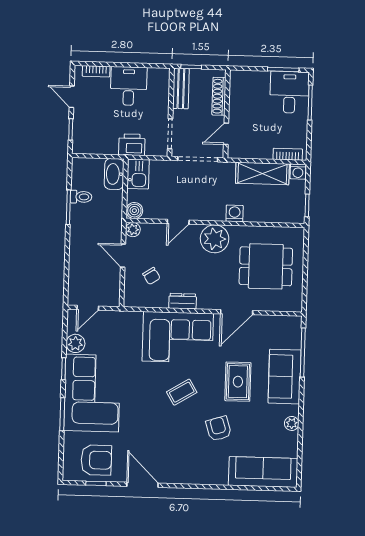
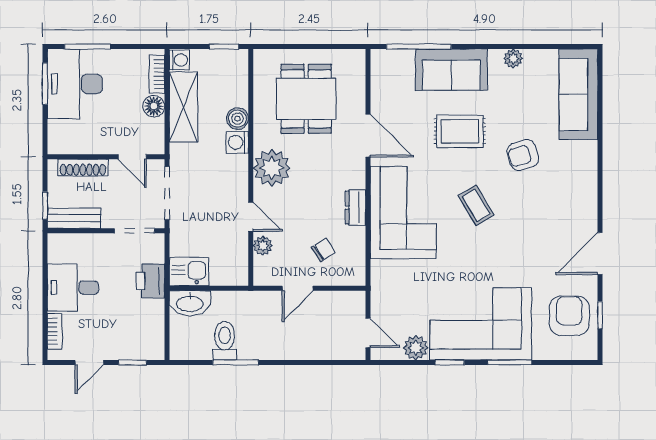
desk: (289, 92) -> (75, 84), width x1.37
floor lamp: (264, 151) -> (154, 106), added
toilet: (81, 197) -> (225, 341), width x1.37, depth x1.39
boiler: (134, 211) -> (237, 119), moved
plant: (133, 230) -> (263, 246), moved

